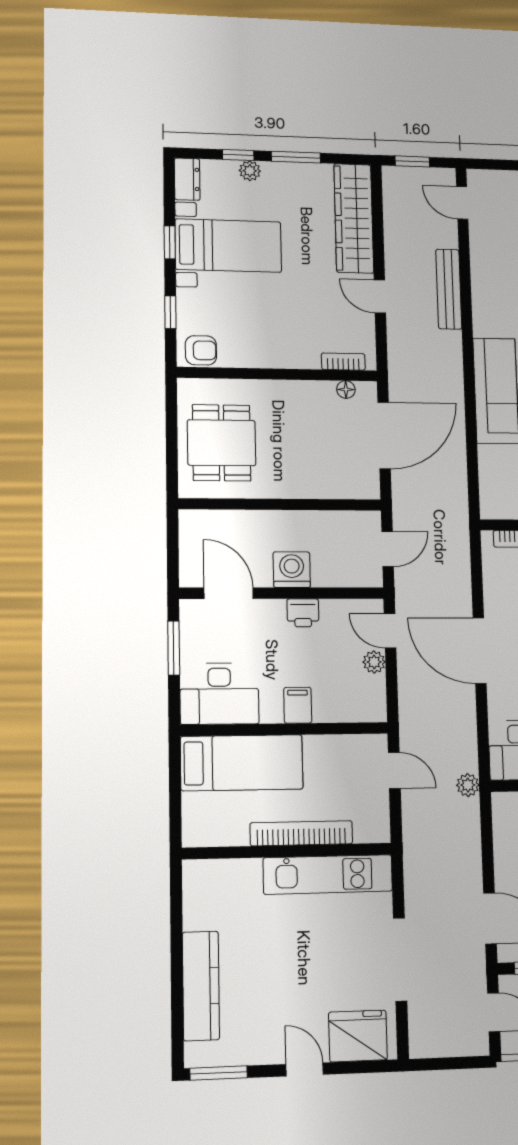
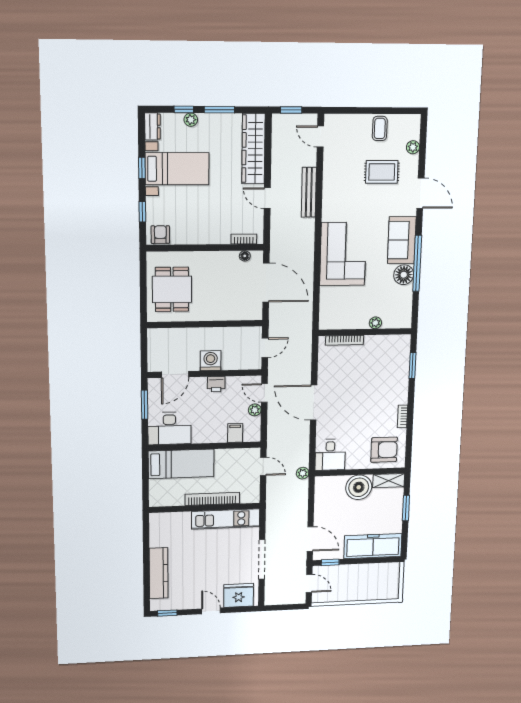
armchair: (201, 350) -> (160, 235), turned -90
door: (384, 435) -> (266, 283), hinge flipped
door: (229, 593) -> (175, 374), swing flipped
filing cabinet: (298, 705) -> (235, 433), moved
window: (219, 1073) -> (167, 613), width x0.67

